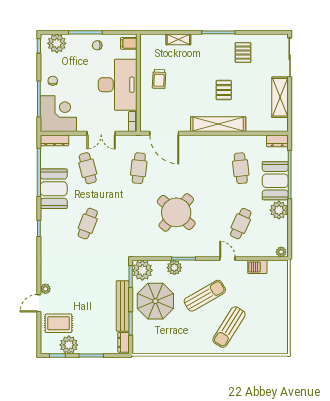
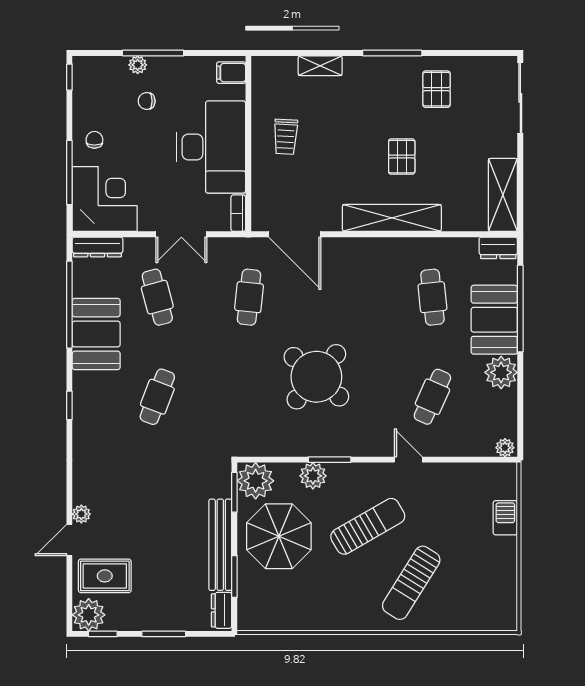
plant: (57, 43) -> (138, 65), moved, width x0.53, depth x0.53
chair: (97, 45) -> (147, 101), moved
shelving: (280, 97) -> (503, 195), moved
barbecue: (257, 267) -> (505, 518), moved, turned 90
plant: (69, 345) -> (89, 615), moved

